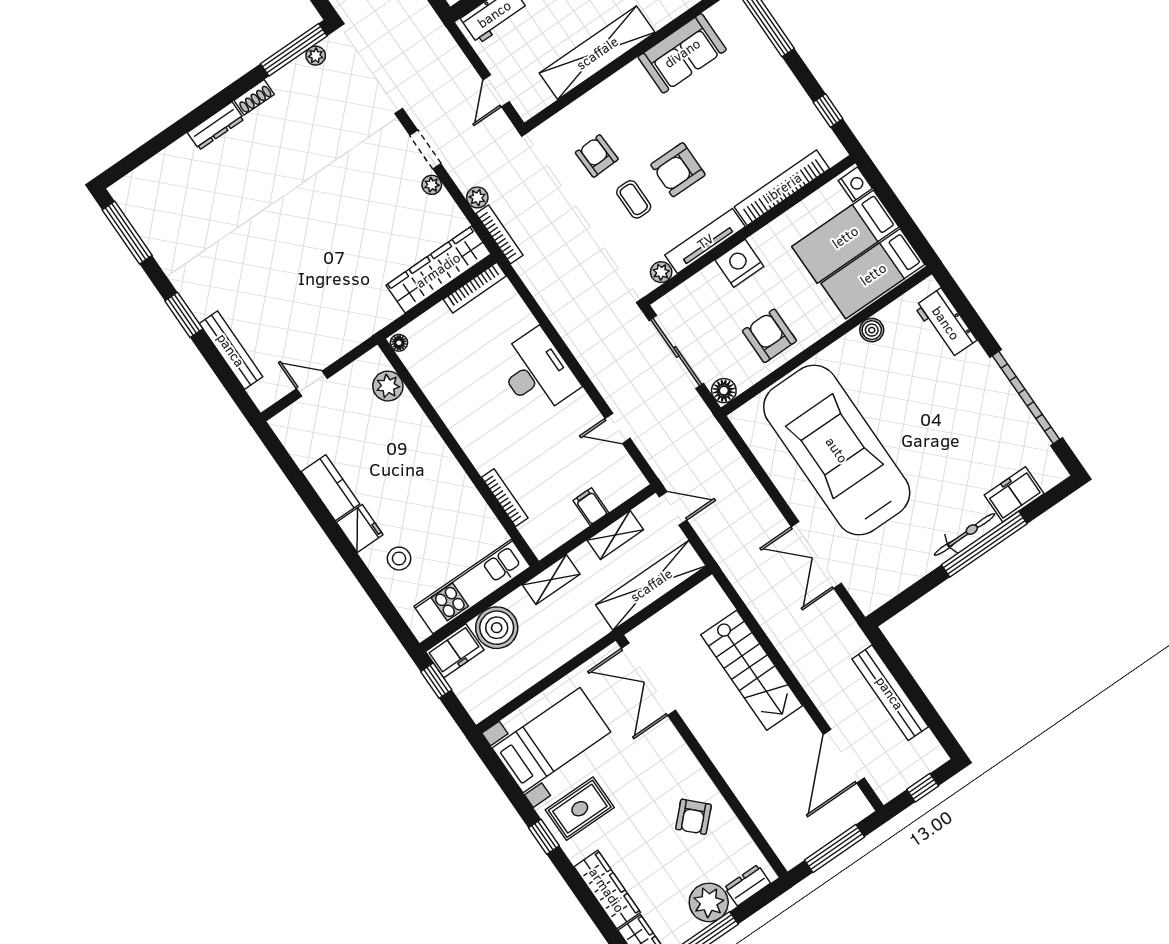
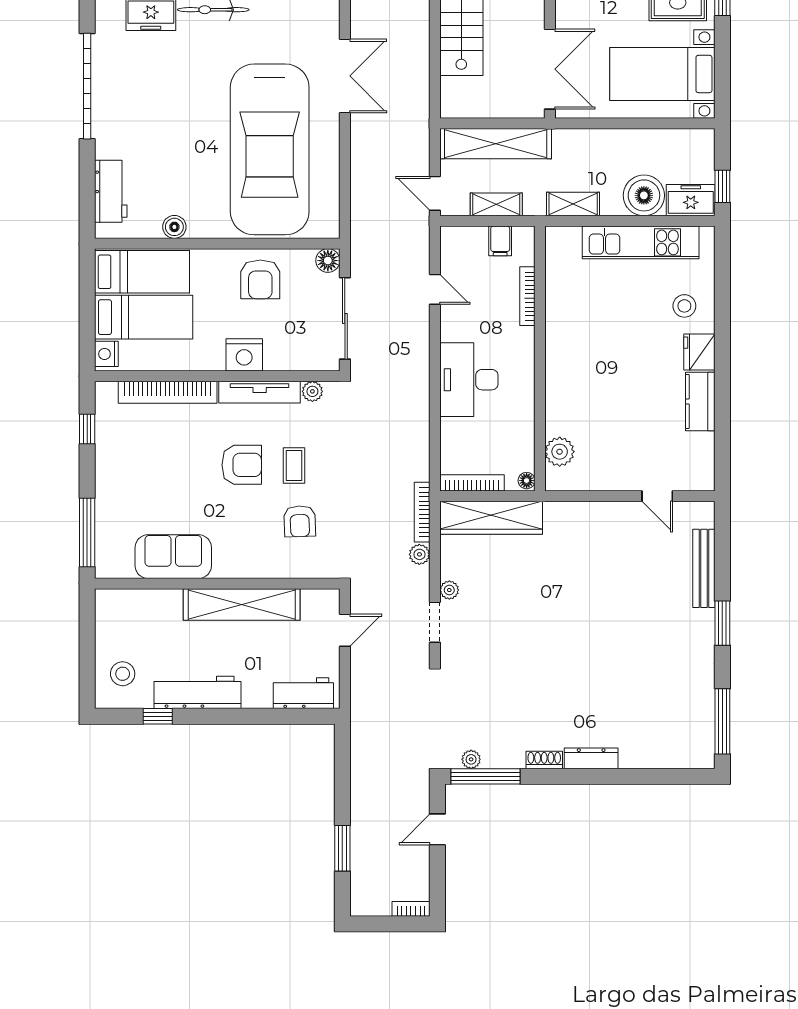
floor lamp: (399, 343) -> (527, 481), moved
plant: (388, 386) -> (560, 452), moved
wall: (458, 453) -> (540, 359), moved
bookcase: (505, 498) -> (527, 296), moved

